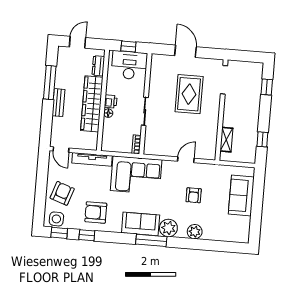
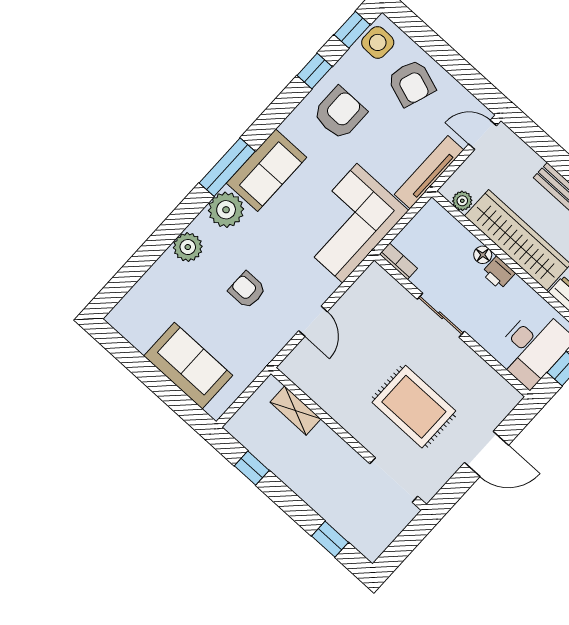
plant: (93, 138) -> (462, 201), added

